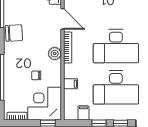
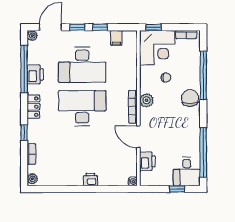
chair: (14, 33) -> (190, 98), moved, turned 93
filing cabinet: (71, 84) -> (130, 69), removed
desk: (116, 87) -> (82, 65), turned 180

